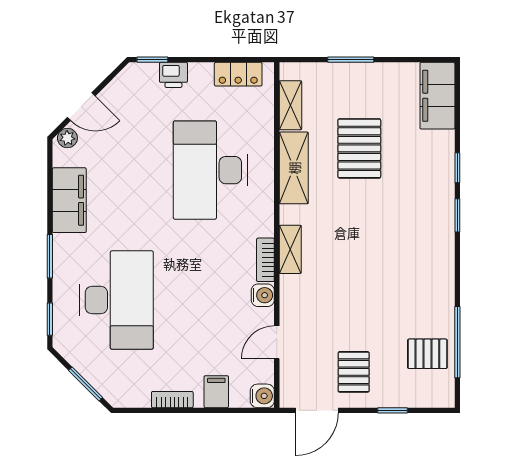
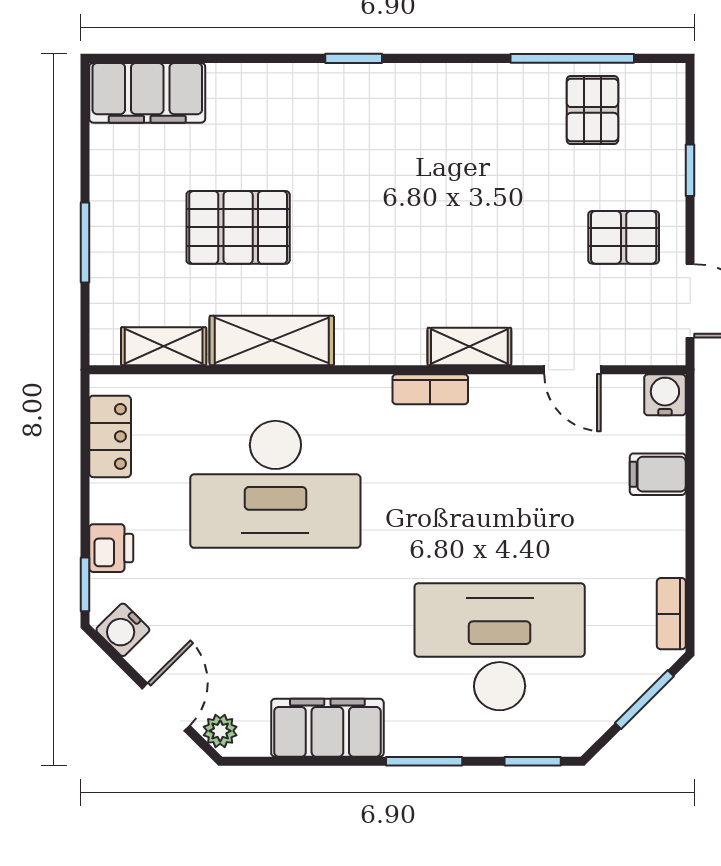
window: (457, 168) -> (271, 58), removed
shelving: (290, 249) -> (469, 347), moved
water cooler: (263, 295) -> (123, 630), moved, turned -135
bookcase: (172, 400) -> (671, 614), moved

